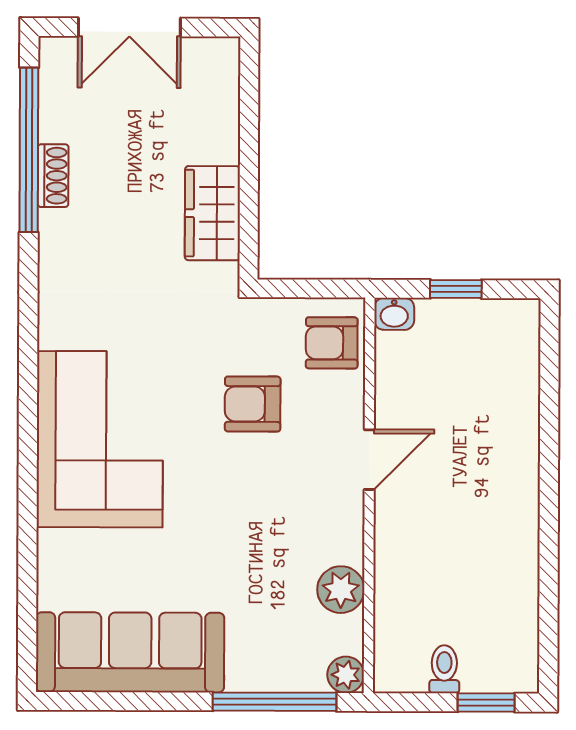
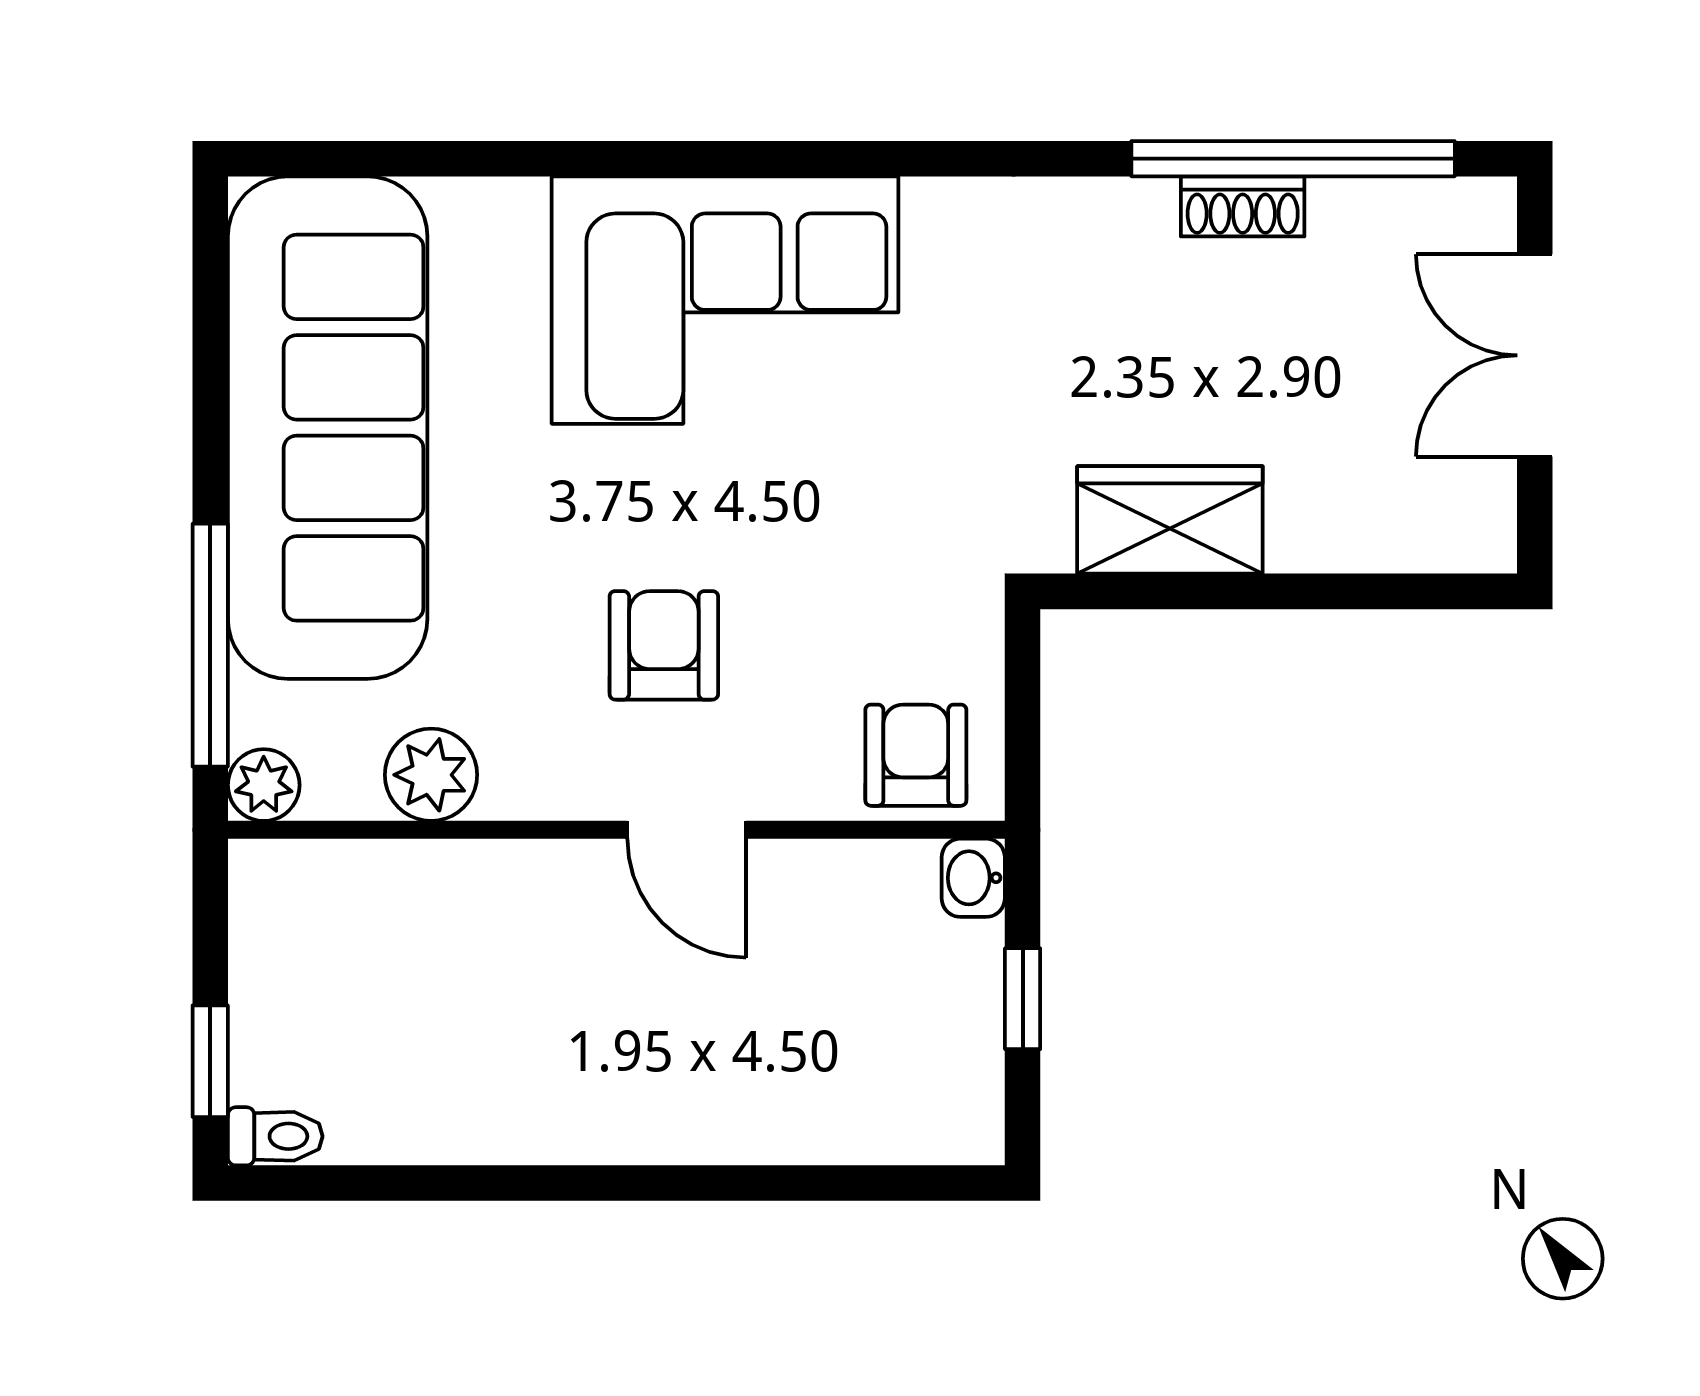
armchair: (253, 404) -> (664, 645), moved
sofa: (130, 652) -> (328, 428), width x1.36, depth x1.27
toilet: (444, 669) -> (275, 1136), moved

